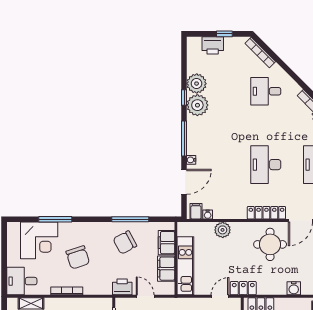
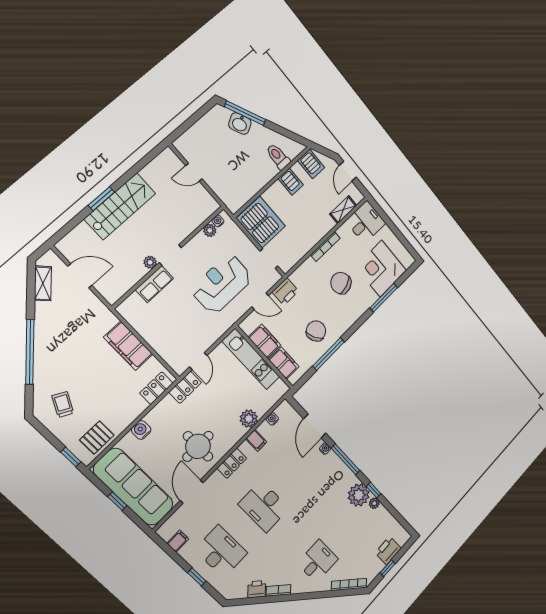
plant: (197, 84) -> (374, 503), width x0.53, depth x0.53
desk: (266, 165) -> (264, 506), turned 180
filing cabinet: (196, 211) -> (256, 440), moved
locker: (266, 213) -> (232, 463), width x0.66

